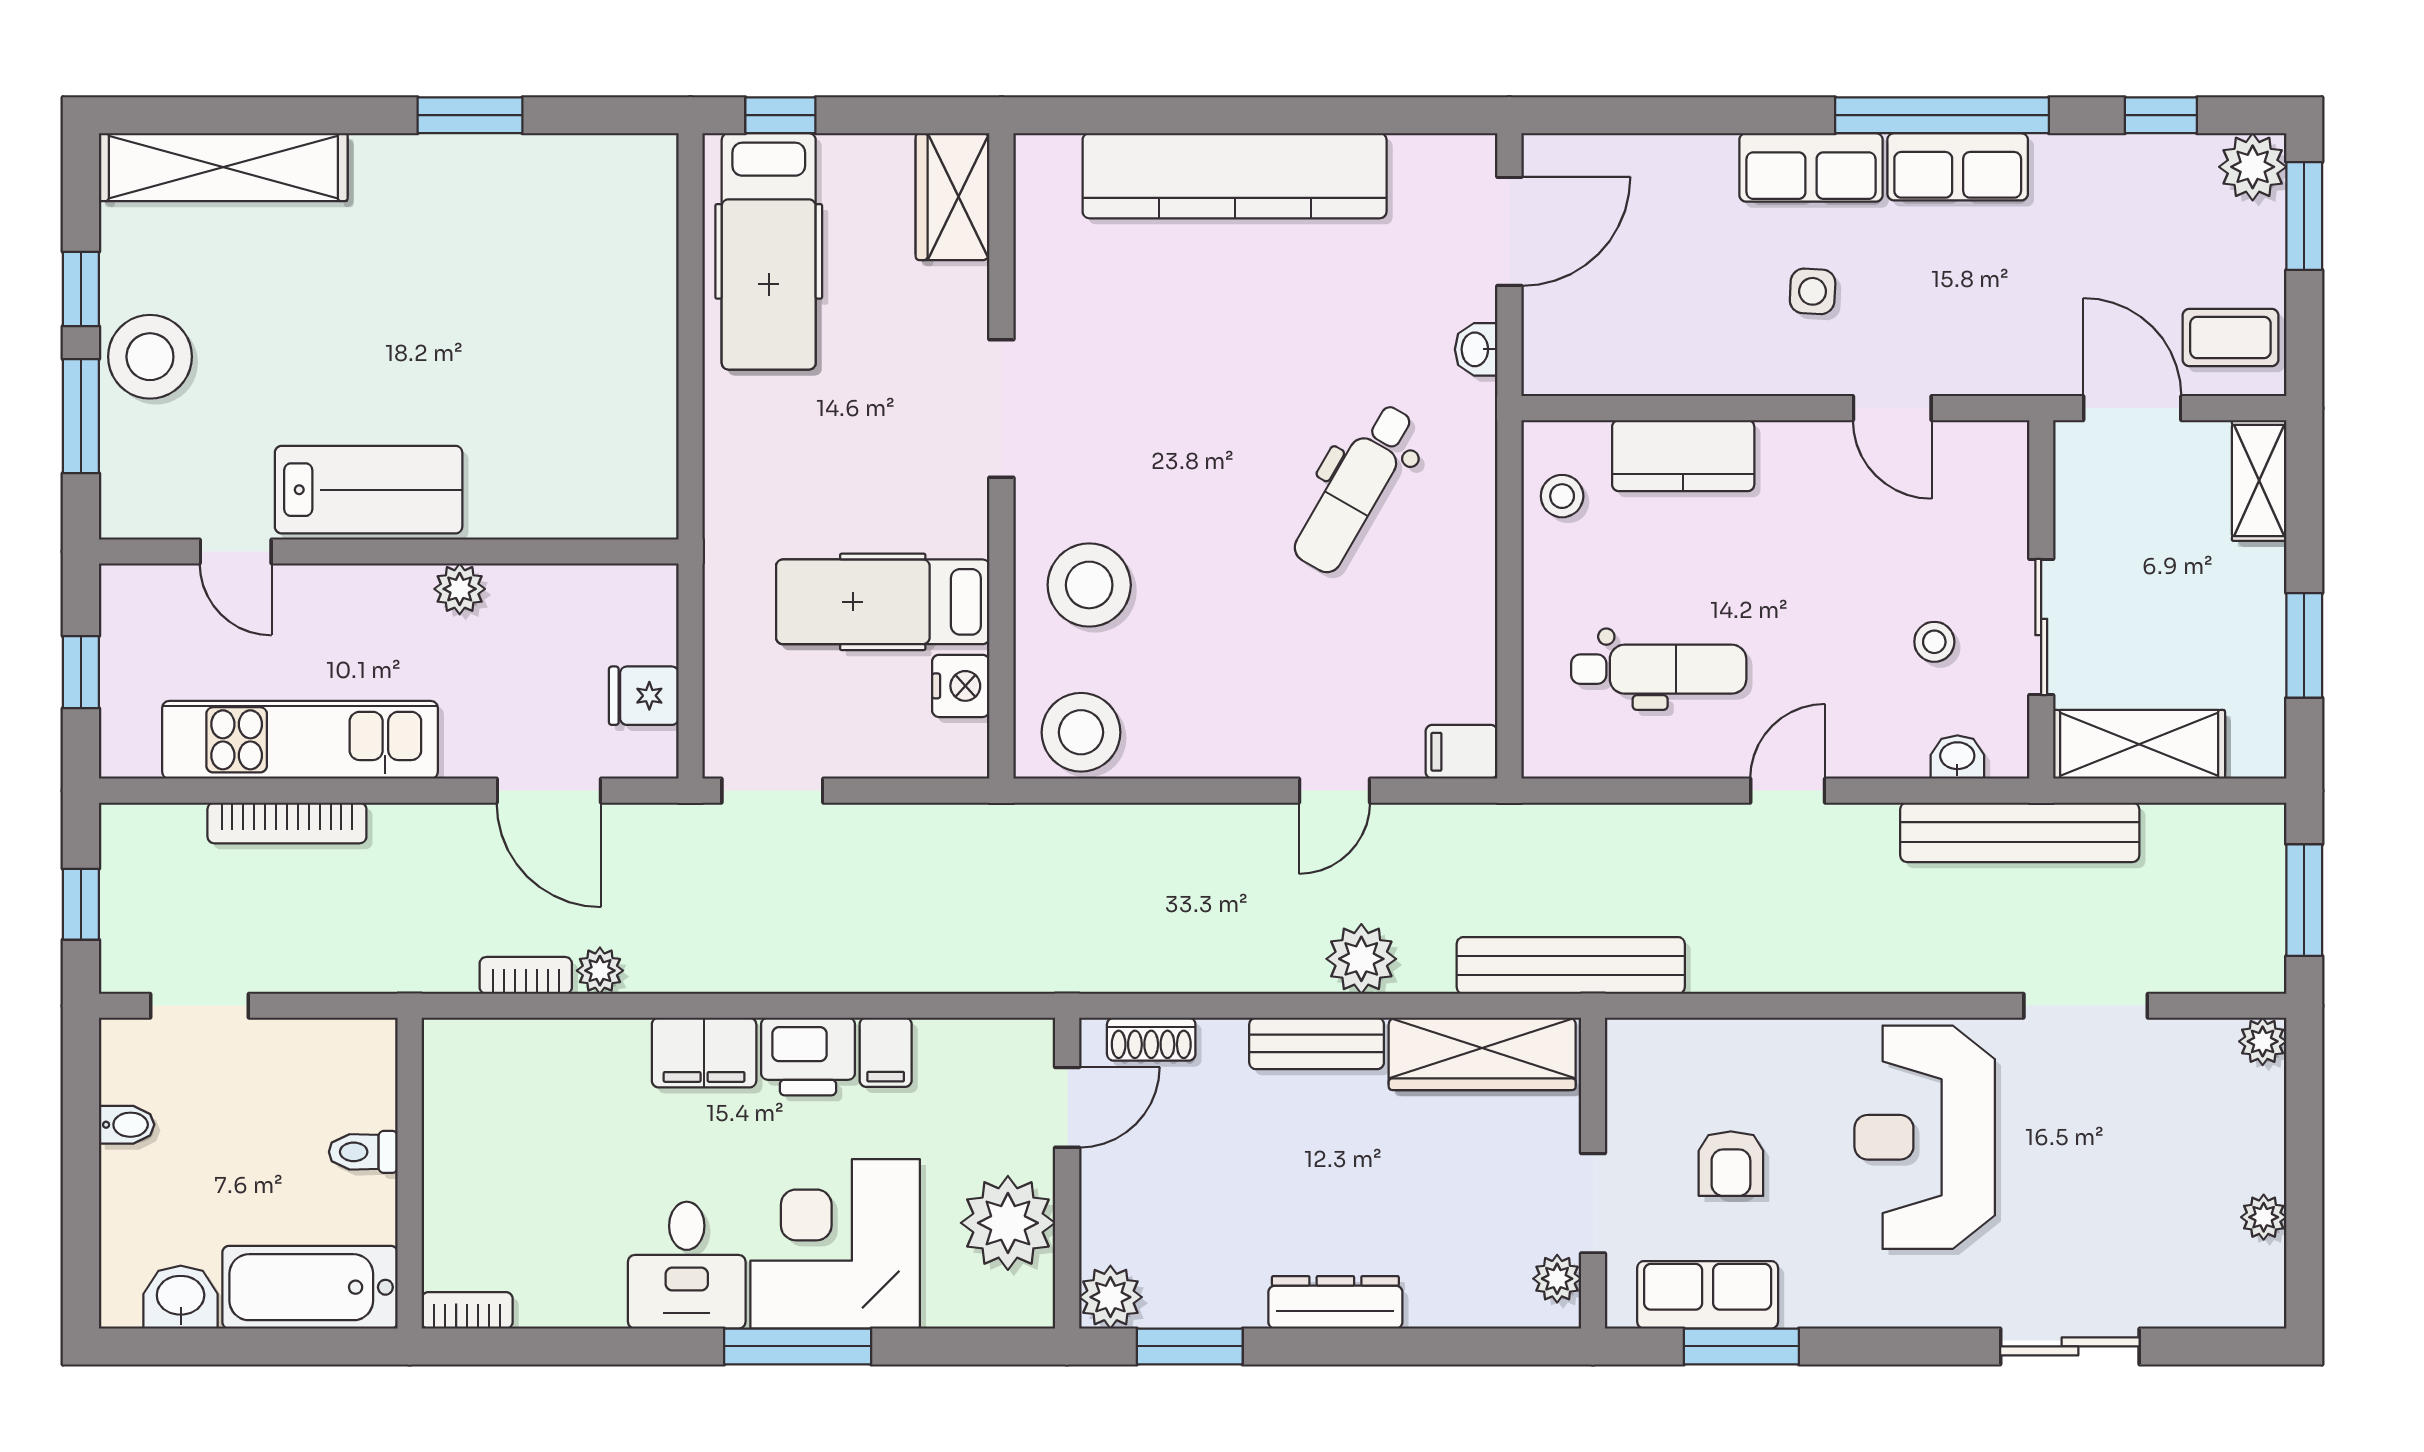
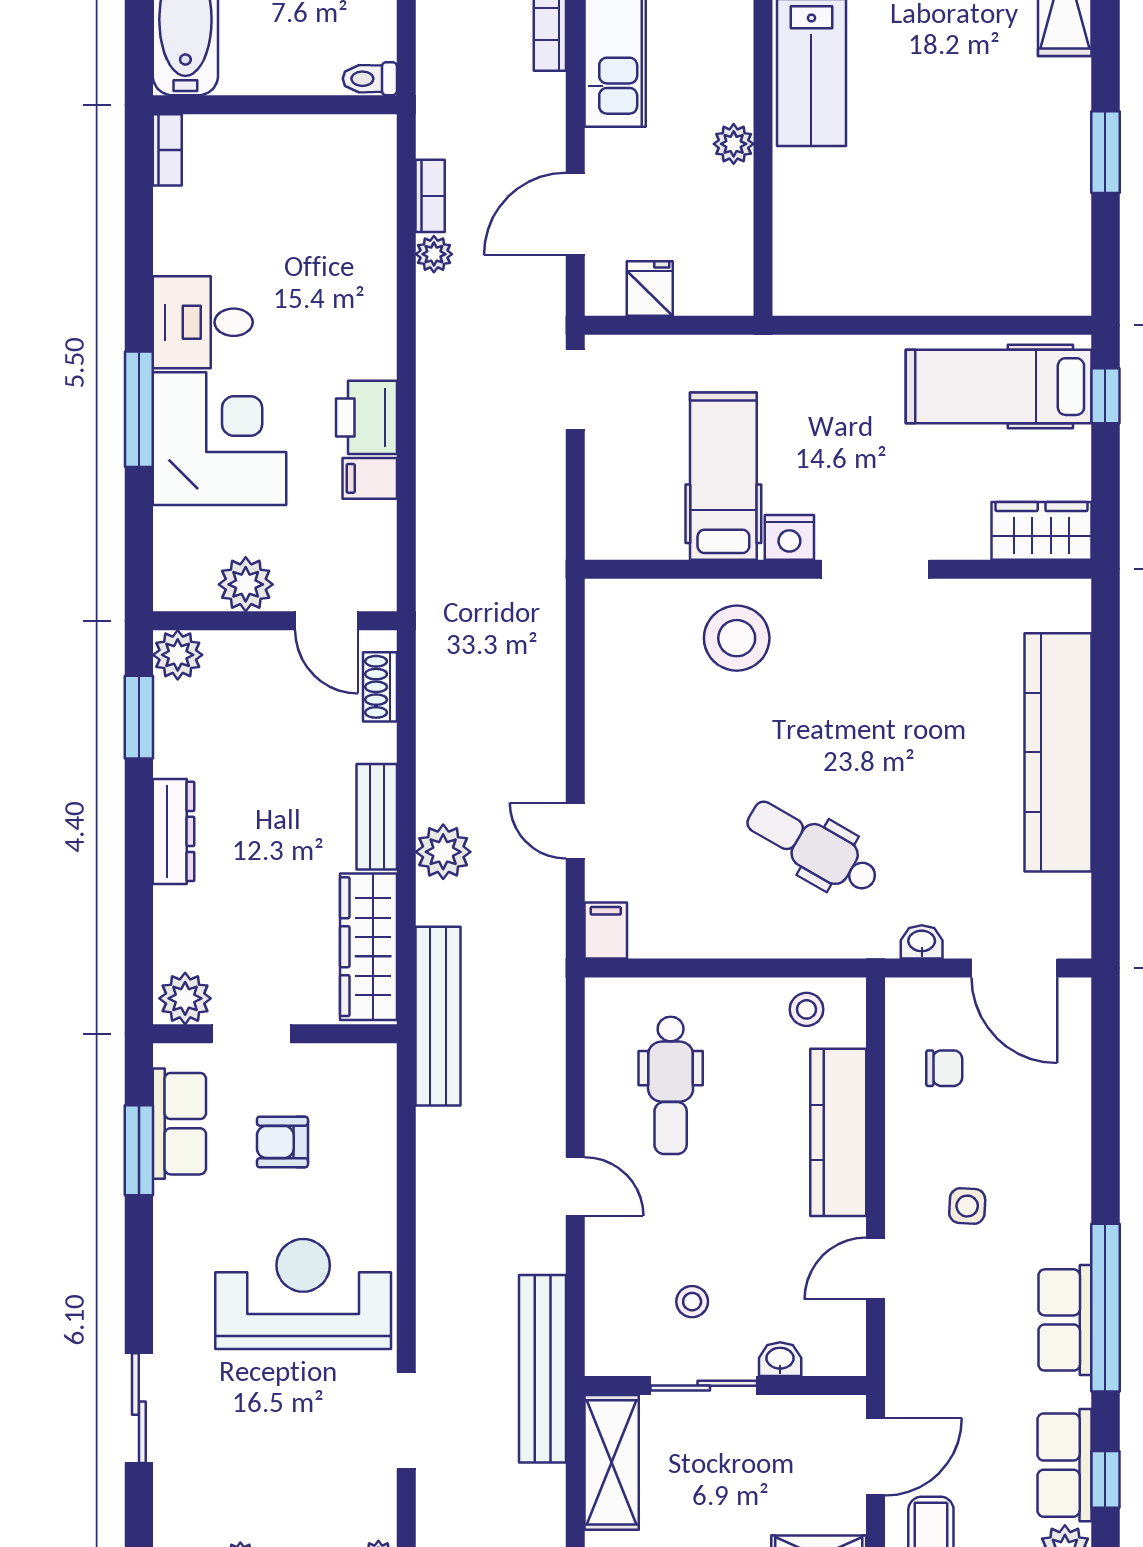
row of seats: (1811, 167) -> (1064, 1465), moved
chair: (1637, 321) -> (944, 1068), added
kitchen counter: (1683, 456) -> (838, 1132), width x1.50
nightstand: (961, 686) -> (789, 537), moved
stool: (1081, 732) -> (621, 632), removed
washbasin: (1957, 757) -> (780, 1359), moved, turned -90
filing cabinet: (704, 1053) -> (370, 336), removed
toilet: (363, 1152) -> (370, 79), moved, turned -90
plant: (1008, 1223) -> (246, 584), width x0.73, depth x0.73
plant: (1557, 1279) -> (185, 998), width x1.38, depth x1.38

